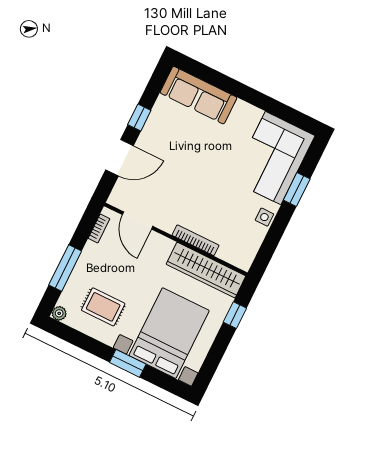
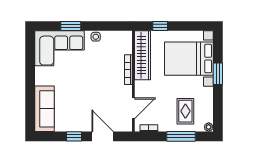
rug: (103, 307) -> (185, 111), moved

